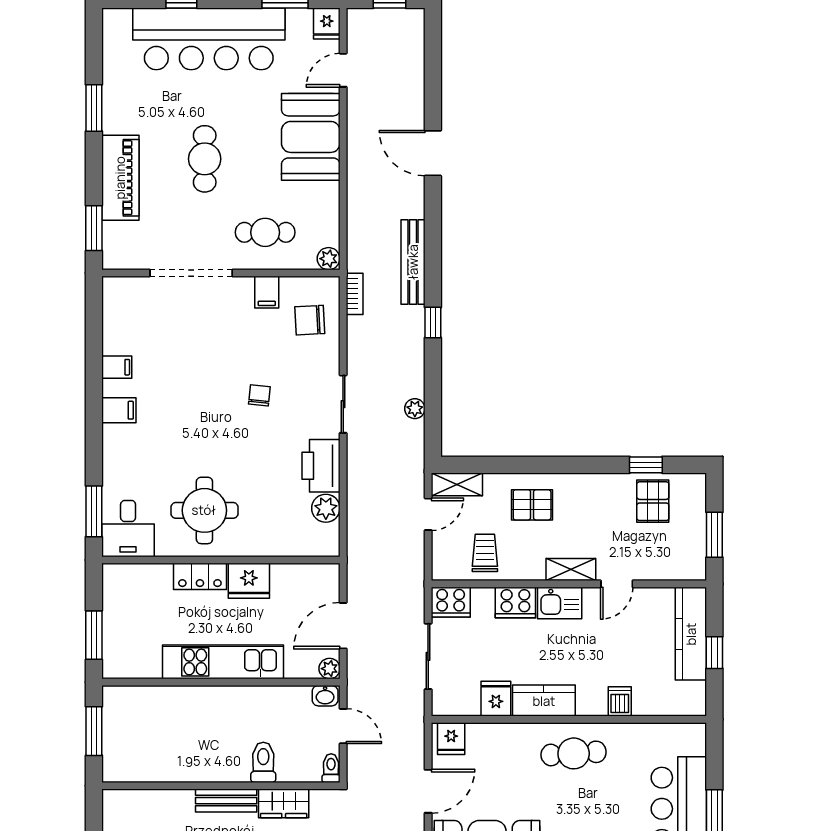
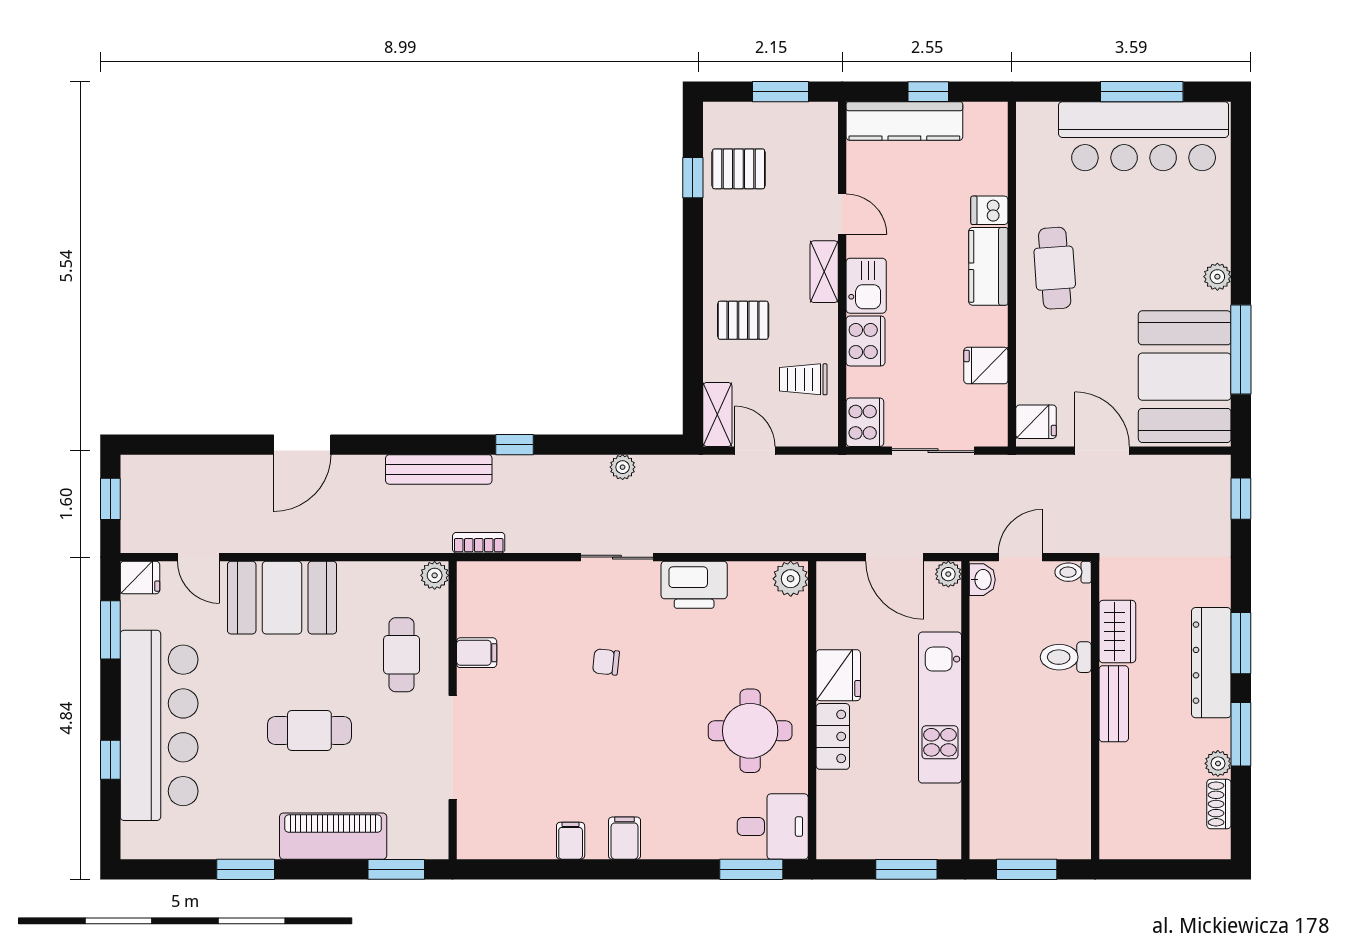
chair: (310, 320) -> (512, 599), removed
pallet: (532, 505) -> (743, 320), turned 90
plant: (326, 508) -> (791, 579), moved
kitchen counter: (544, 701) -> (988, 266), moved

